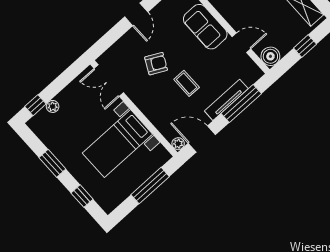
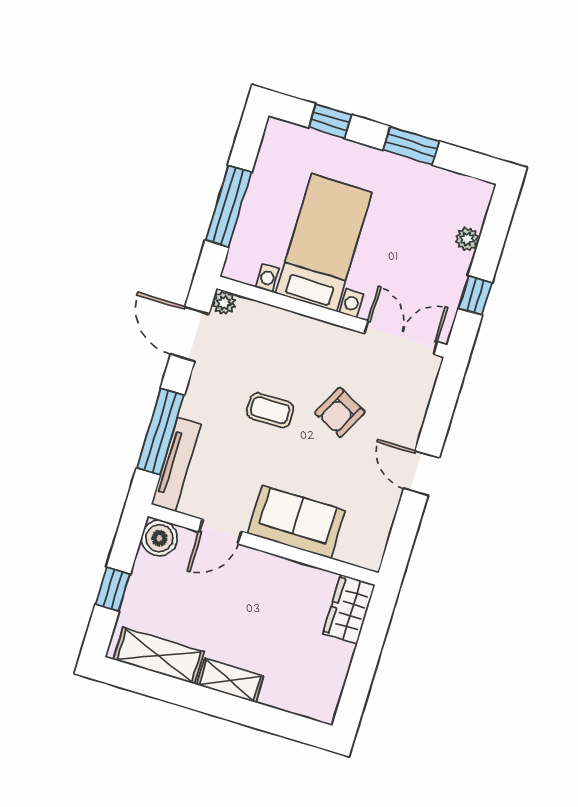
tv unit: (226, 100) -> (176, 464), moved
window: (35, 105) -> (475, 296), moved
door: (202, 139) -> (190, 334), swing flipped

